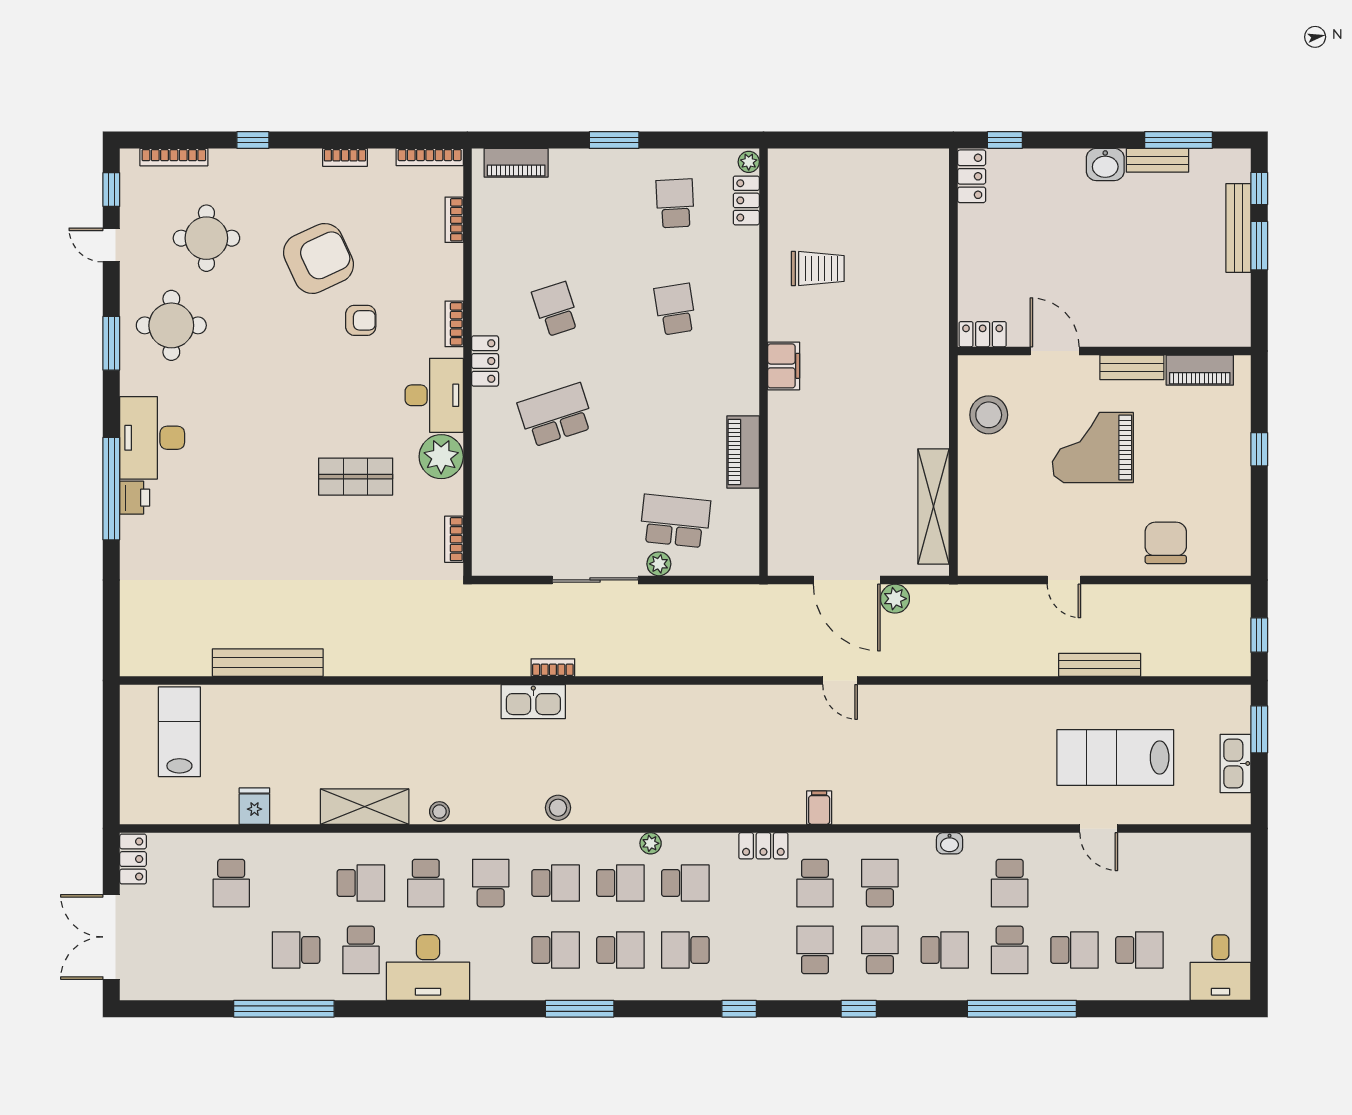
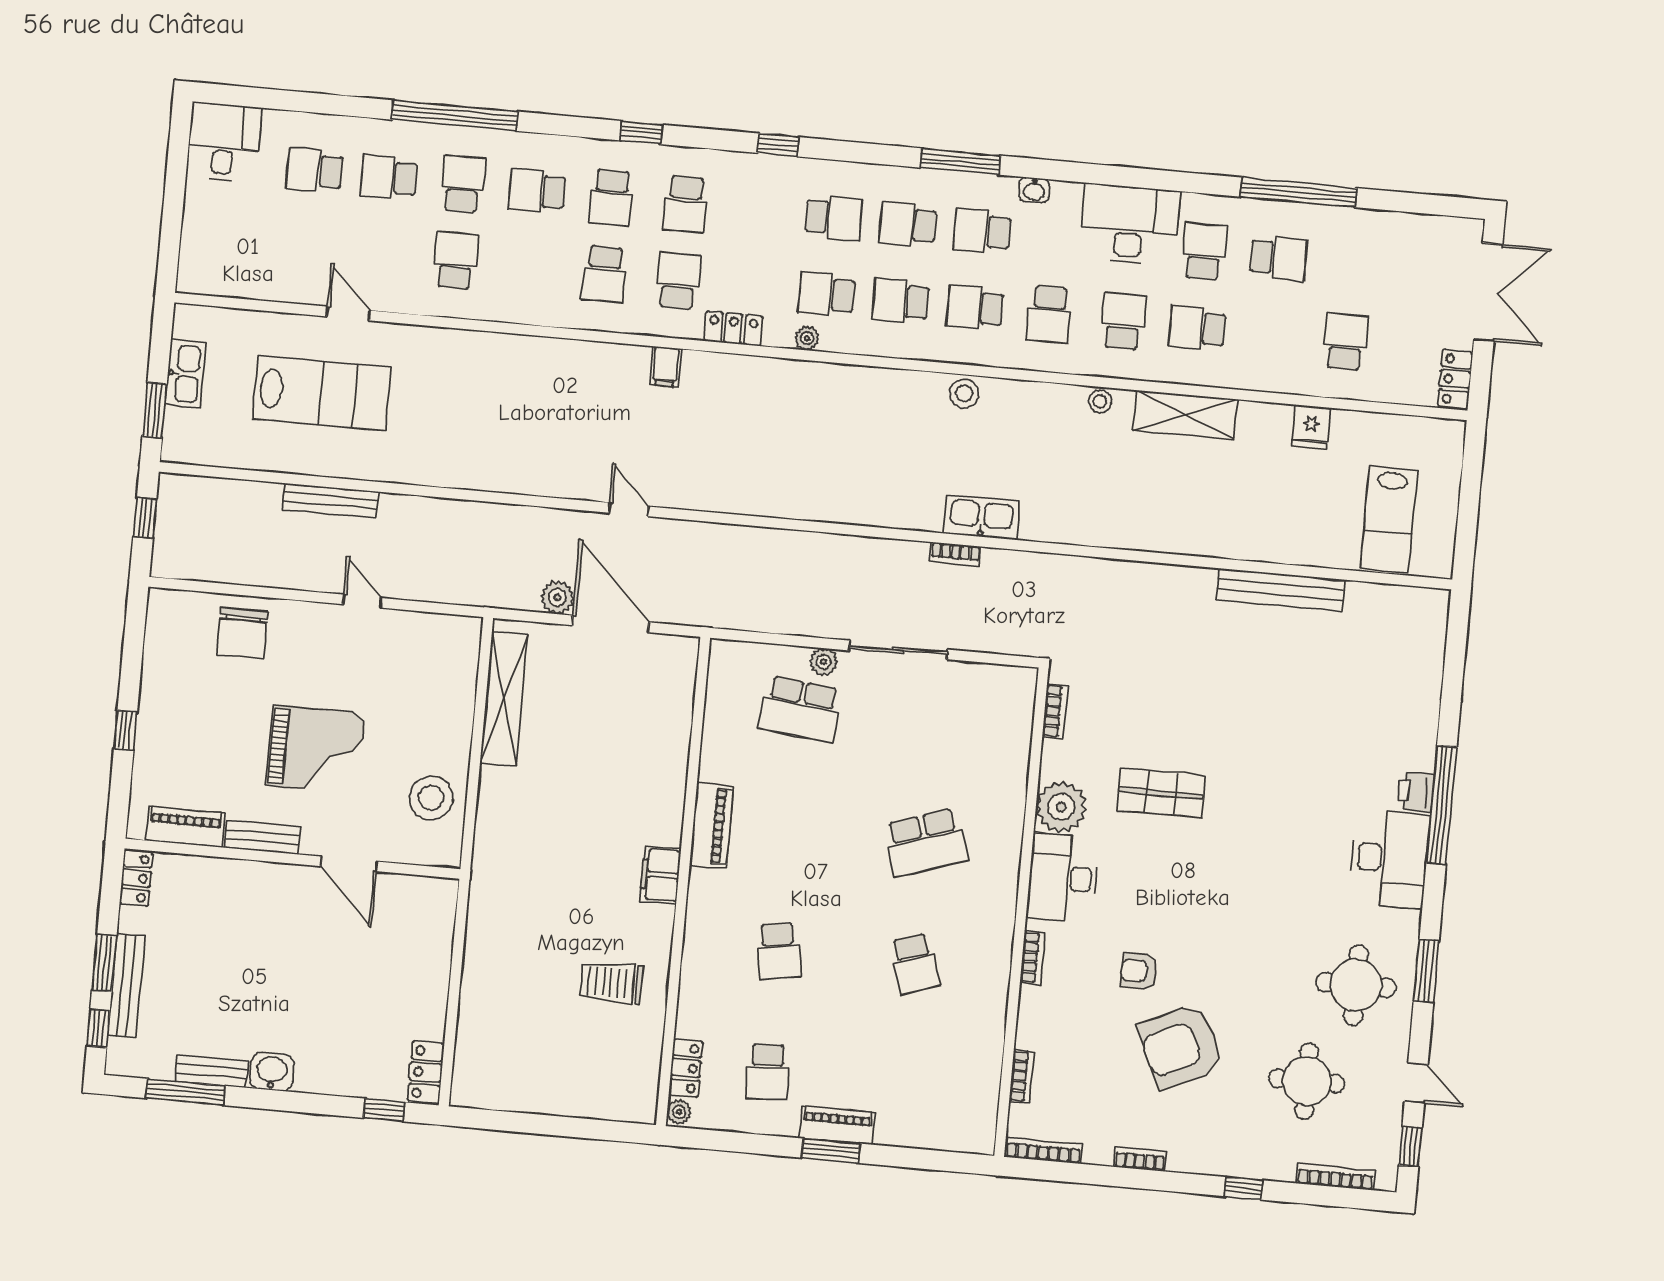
piano: (516, 163) -> (837, 1125), moved
locker: (983, 334) -> (136, 878), moved, turned -90
locker: (485, 361) -> (1001, 912), removed
piano: (743, 452) -> (712, 825), moved
plant: (651, 843) -> (807, 338), moved
washbasin: (949, 843) -> (1034, 190), moved, turned 180

